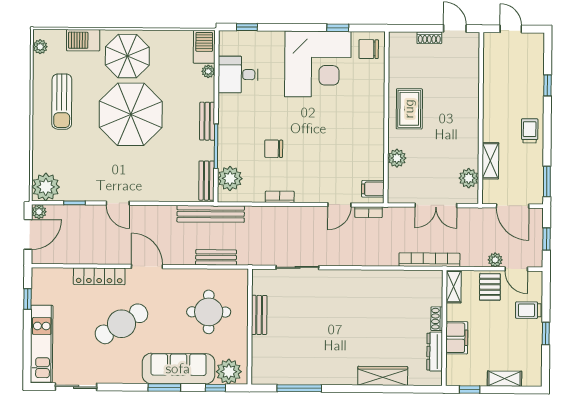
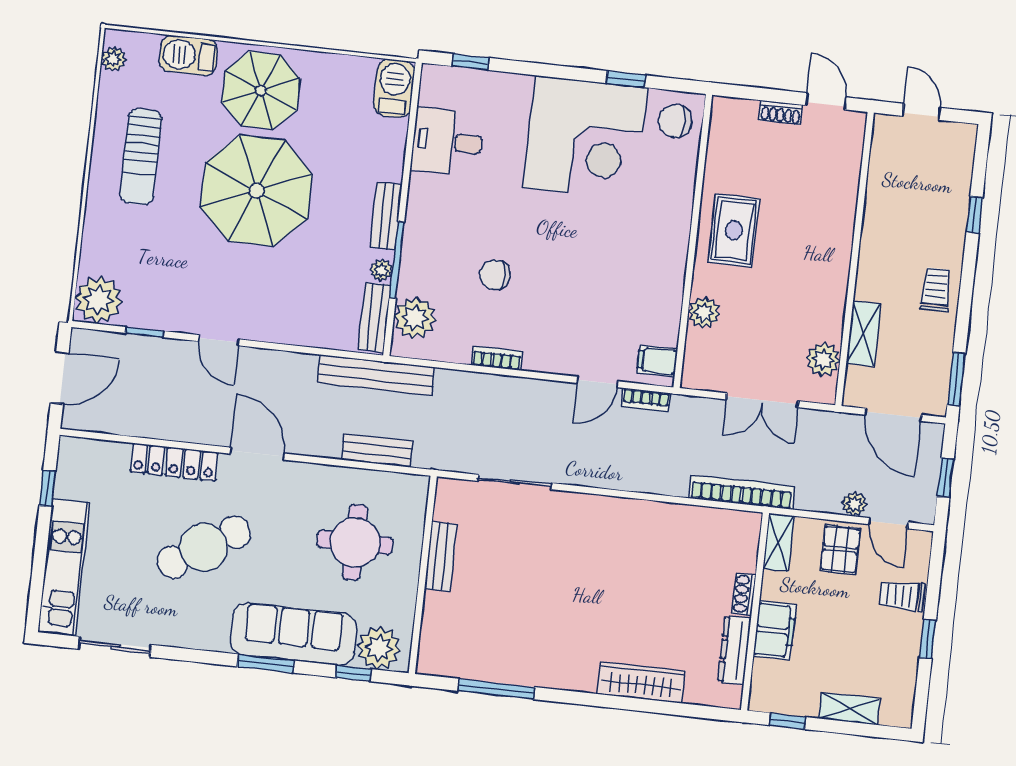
plant: (208, 71) -> (381, 270), moved
plant: (39, 212) -> (82, 341), removed

